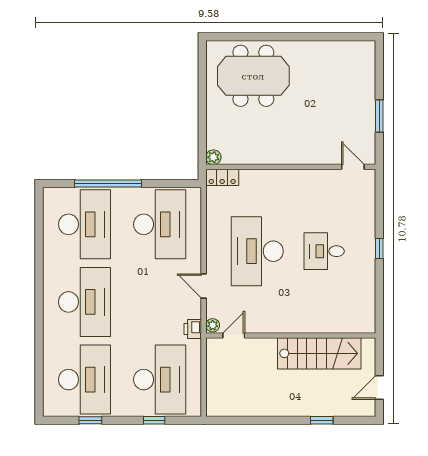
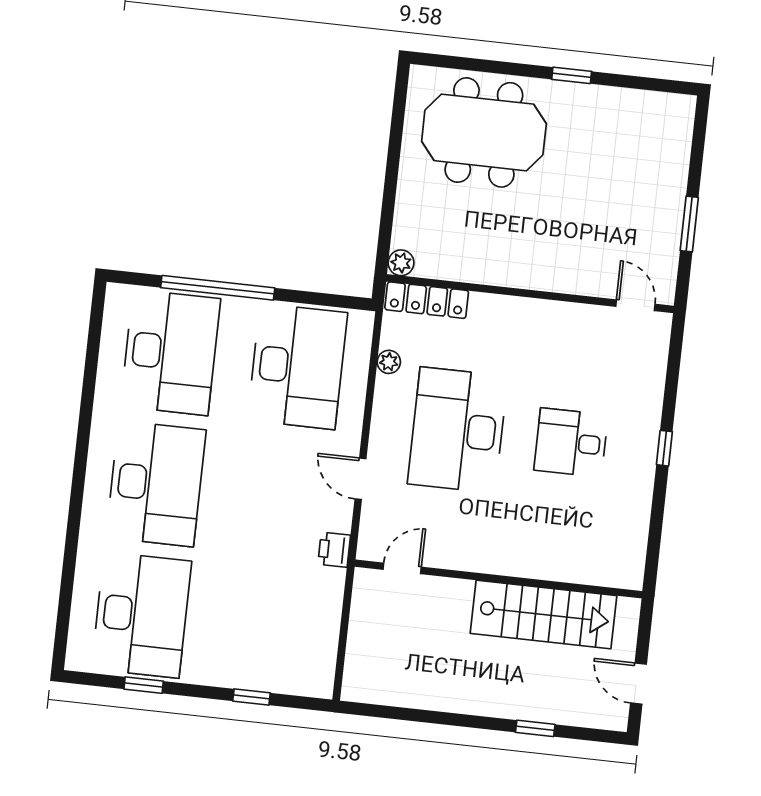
window: (301, 37) -> (572, 75), added
locker: (222, 177) -> (427, 300), width x1.53
plant: (213, 325) -> (389, 362), moved
desk: (160, 380) -> (268, 629), removed
door: (379, 388) -> (638, 684), hinge flipped

